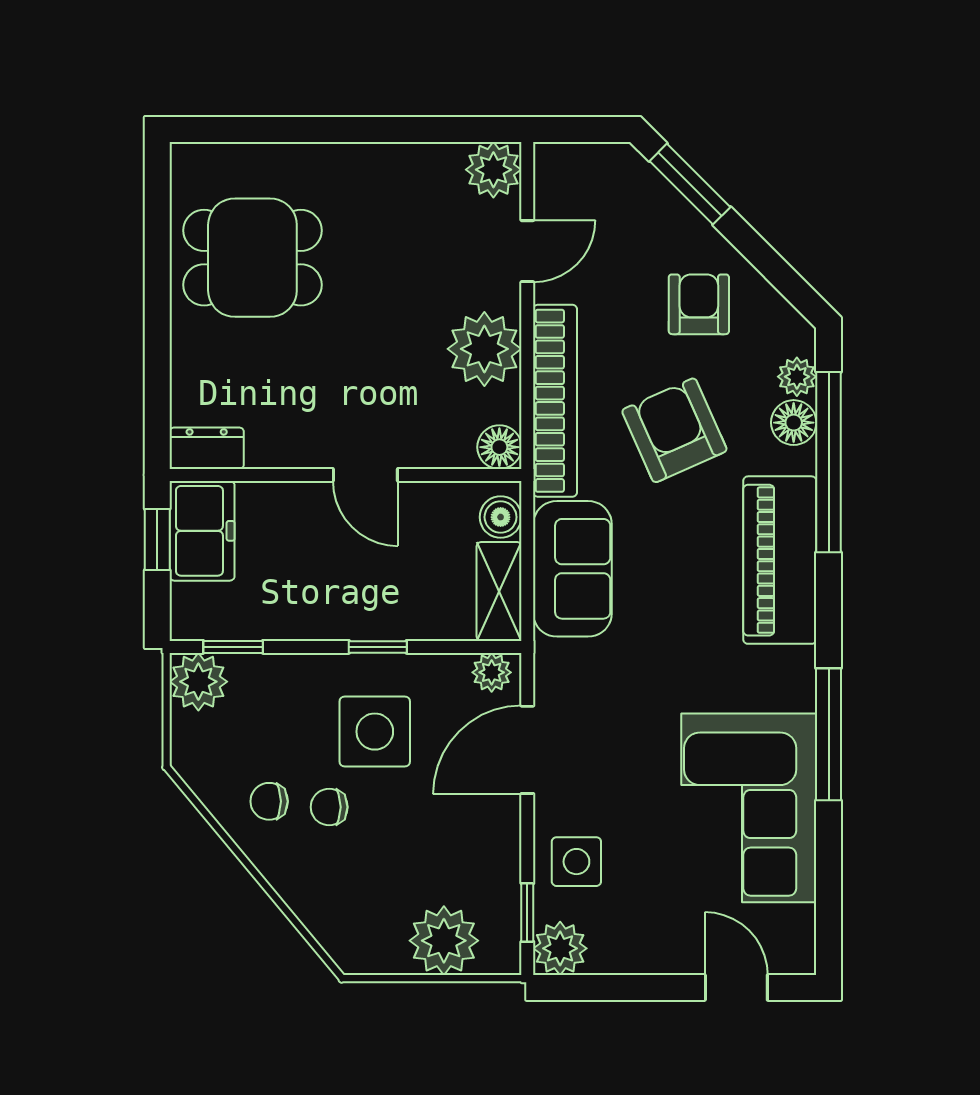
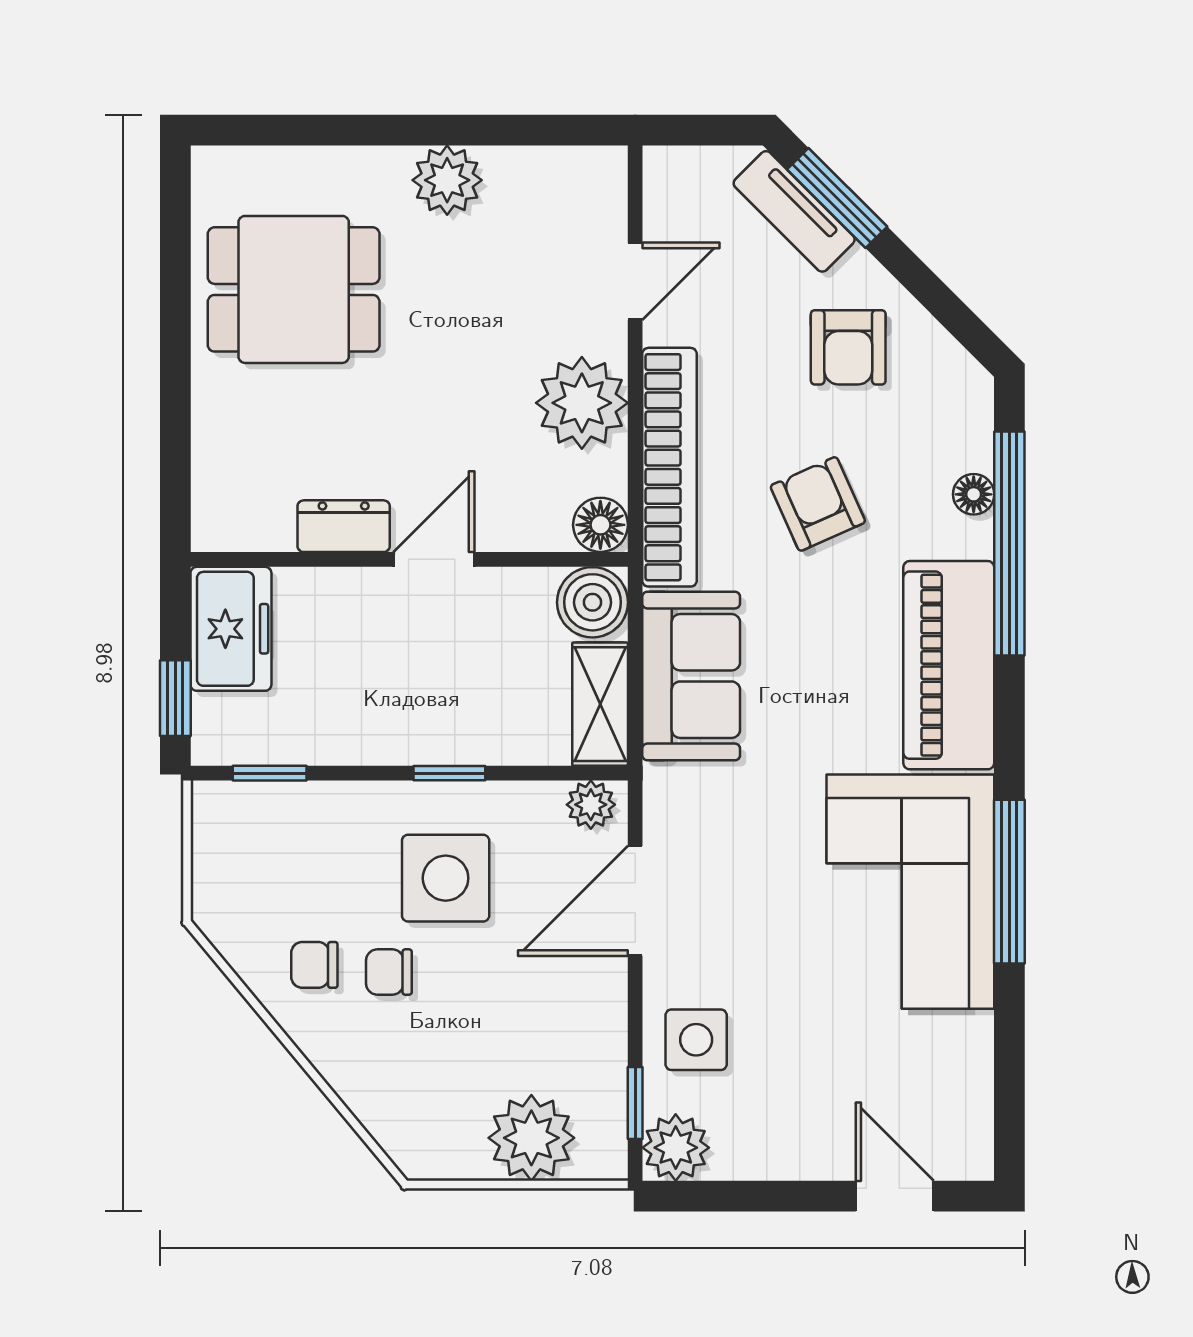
plant: (493, 170) -> (447, 180), moved
tv unit: (655, 195) -> (794, 211), added
armchair: (699, 304) -> (848, 347), turned 180
plant: (797, 377) -> (970, 437), removed
floor lamp: (794, 423) -> (974, 494), width x0.73, depth x0.73
armchair: (674, 430) -> (818, 504), width x0.72, depth x0.72
dresser: (207, 448) -> (344, 526), moved
door: (365, 475) -> (434, 559), swing flipped
boiler: (501, 517) -> (592, 602), width x1.36, depth x1.36
window: (157, 540) -> (175, 698), moved
plant: (198, 682) -> (226, 816), removed
corner sofa: (749, 808) -> (910, 892), moved

